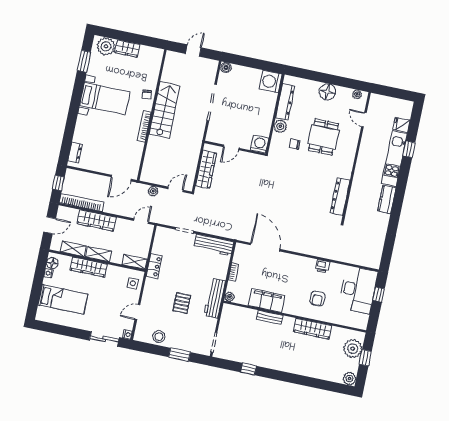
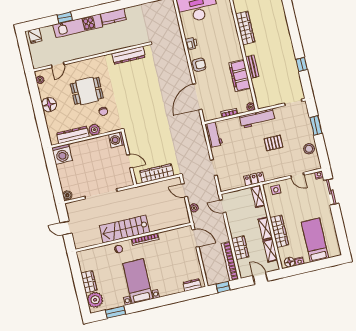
fridge: (401, 125) -> (35, 36), moved
wardrobe: (97, 220) -> (240, 248), width x0.67
workbench: (214, 245) -> (214, 135), width x0.73
armchair: (318, 298) -> (199, 65), moved

